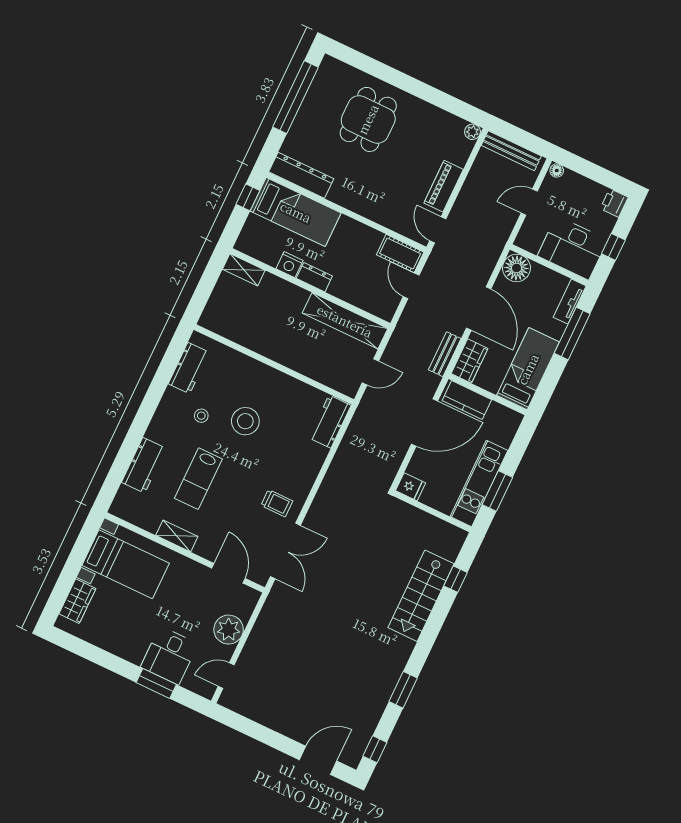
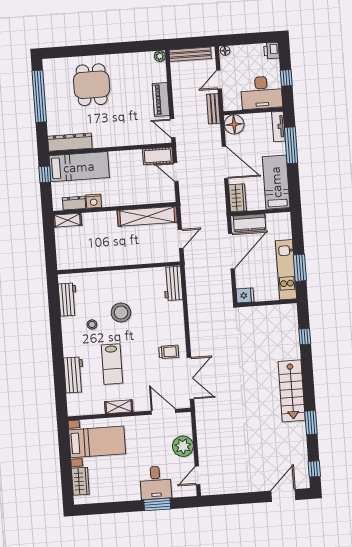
dresser: (314, 277) -> (74, 203), moved
bench: (445, 354) -> (213, 109), moved
stairs: (421, 596) -> (292, 391), moved

